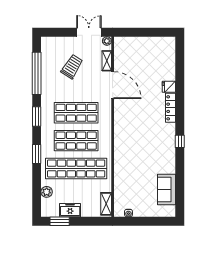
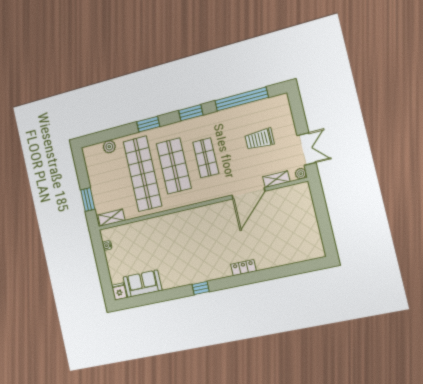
trolley: (72, 67) -> (259, 139), turned 148
fridge: (169, 87) -> (119, 291), moved
locker: (171, 108) -> (243, 268), width x0.66
shop shelf: (76, 113) -> (206, 158), width x0.70, depth x0.74
freezer: (70, 210) -> (96, 178), removed
window: (60, 221) -> (88, 199), moved

